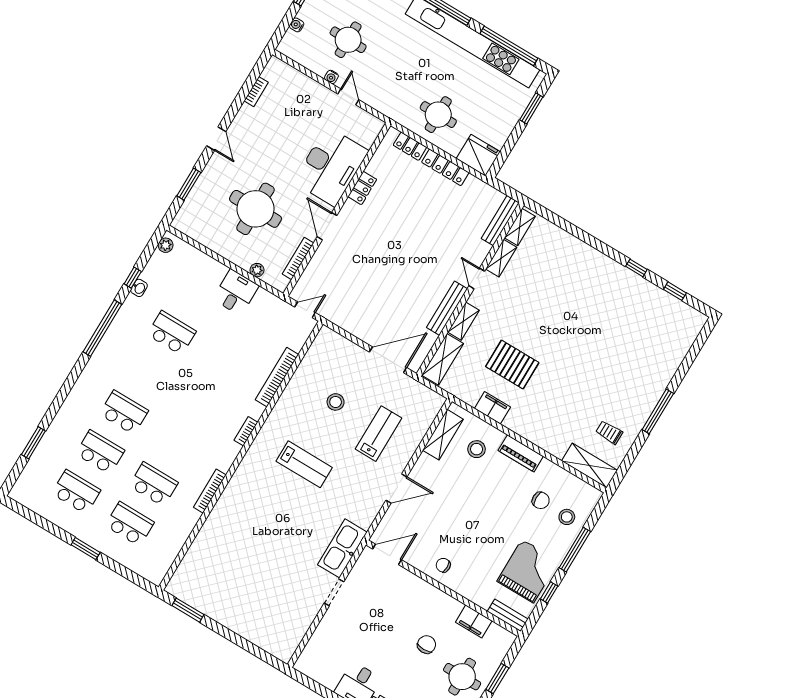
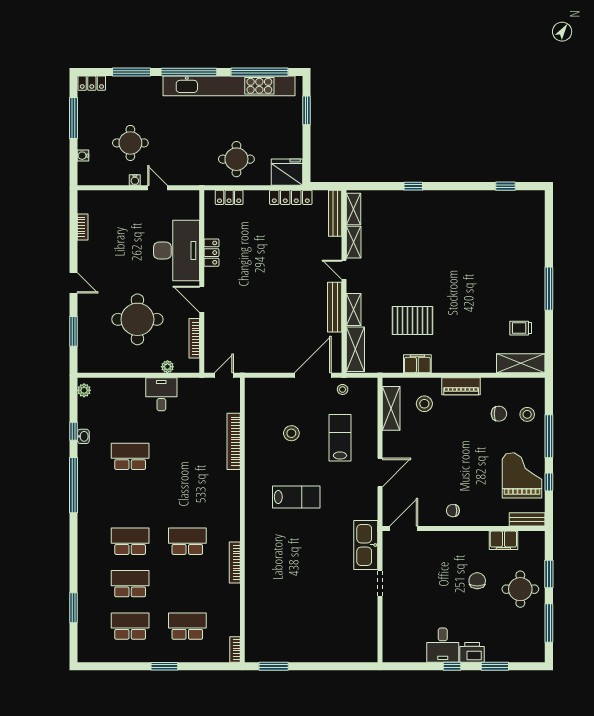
locker: (445, 167) -> (291, 197), moved
window: (636, 268) -> (413, 186), moved
stool: (408, 390) -> (343, 389), added
bookcase: (246, 431) -> (235, 649), moved
school desk: (154, 484) -> (187, 541), moved

